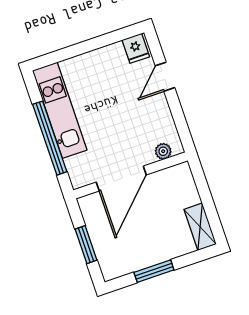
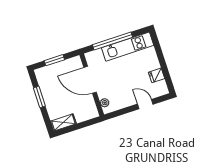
fridge: (136, 48) -> (157, 75), moved

